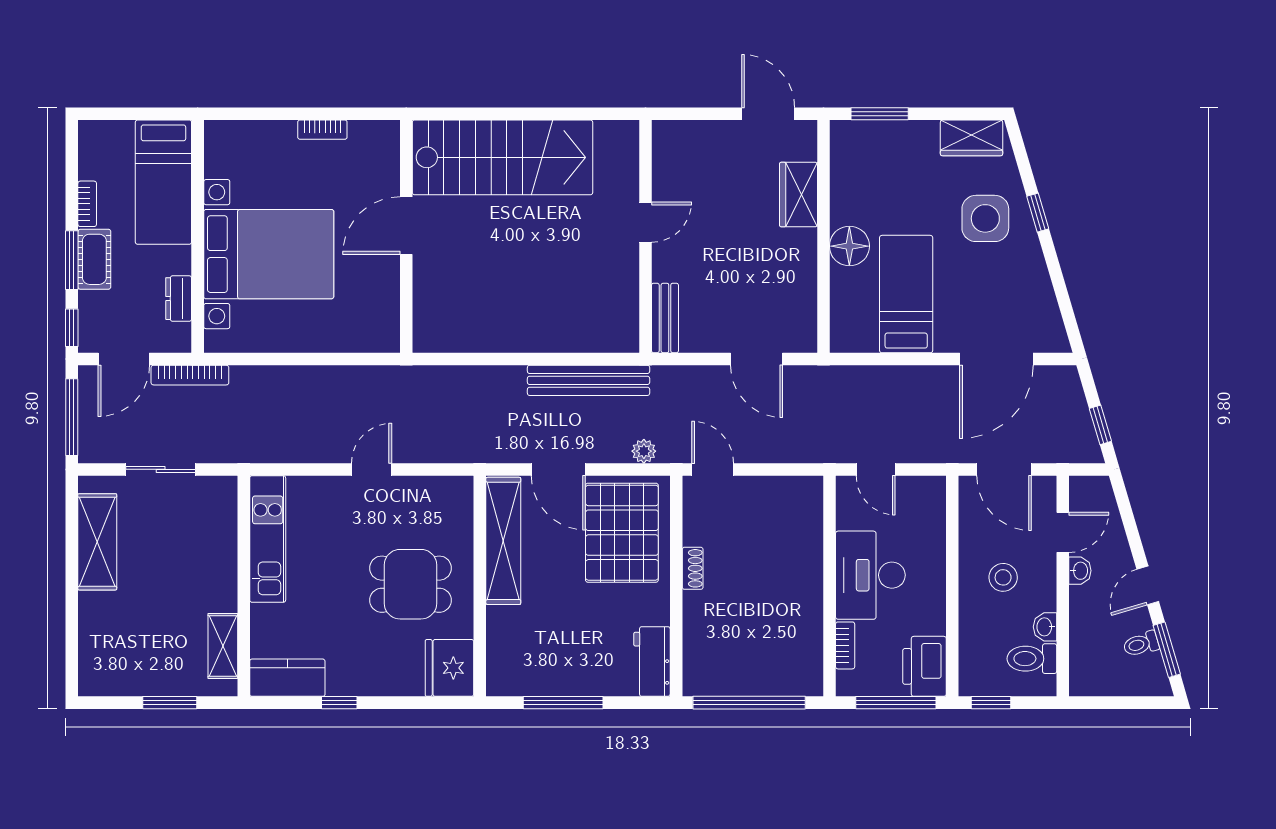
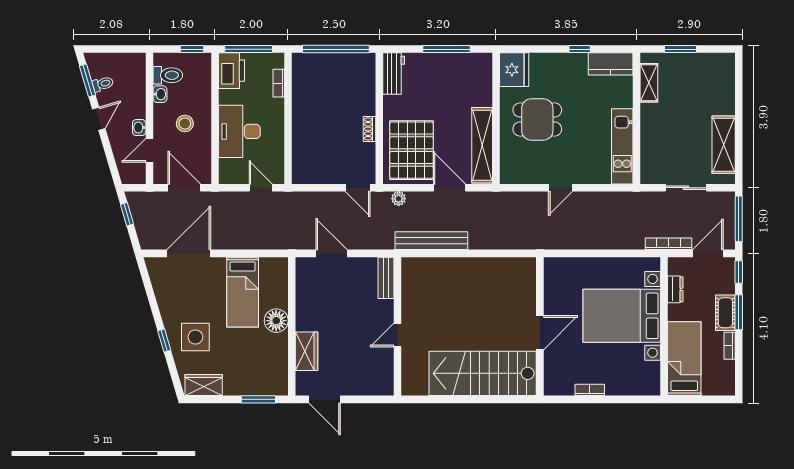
desk: (870, 575) -> (239, 131), moved, turned 180

